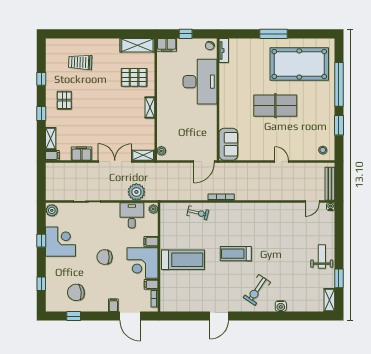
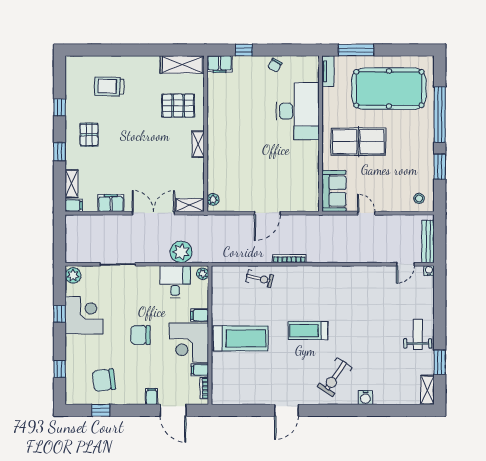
tv unit: (224, 50) -> (328, 71), moved
desk: (200, 82) -> (298, 111), moved
wall: (218, 99) -> (321, 134), moved
sofa: (228, 144) -> (334, 191), moved

